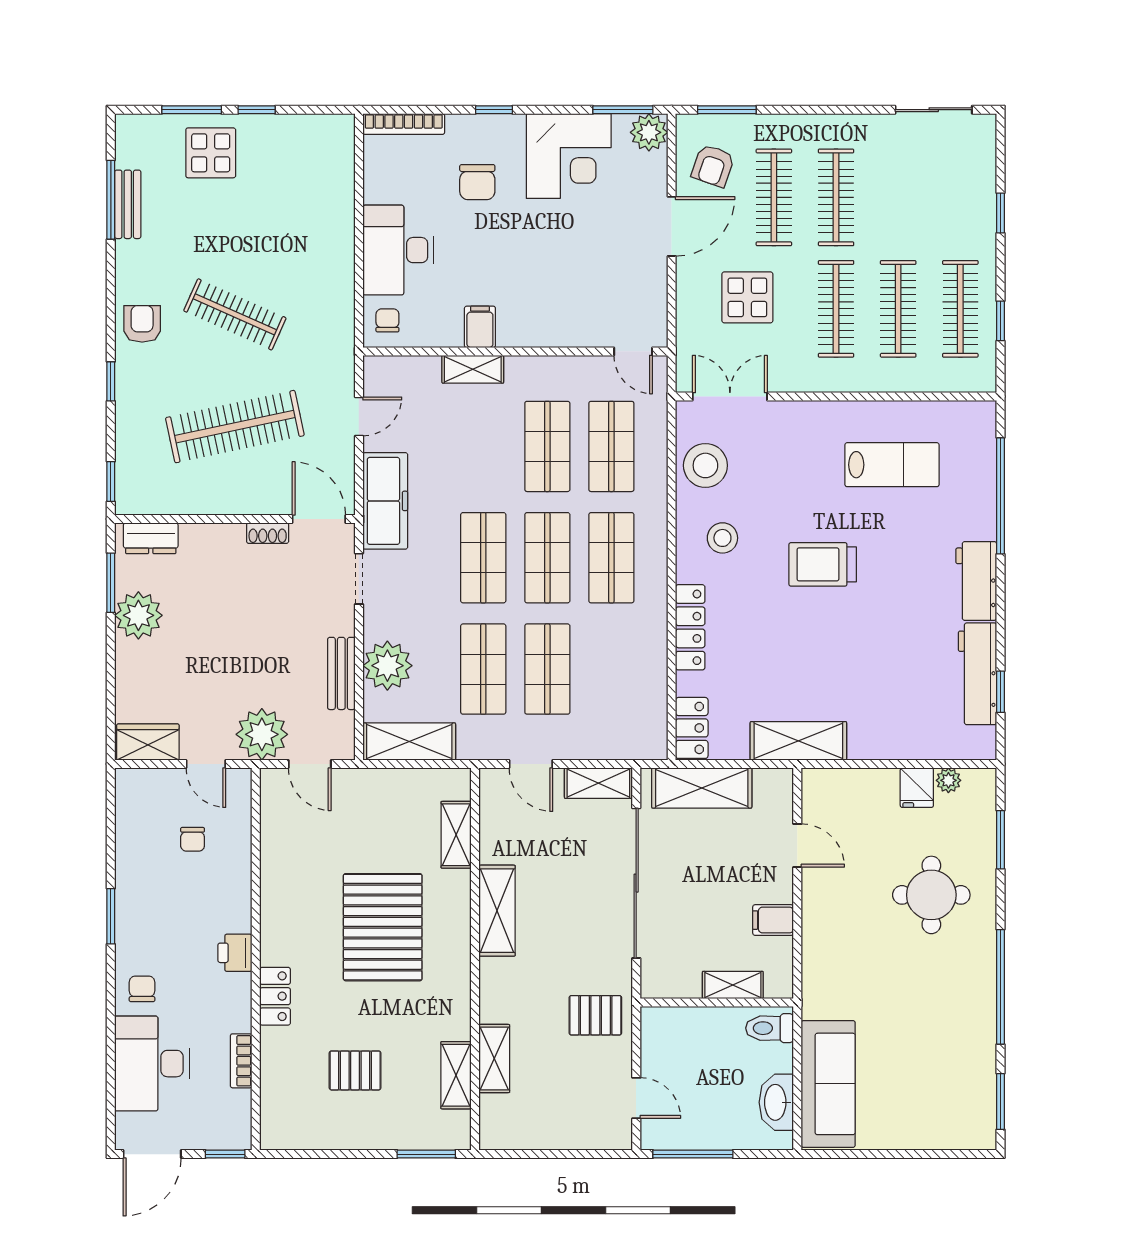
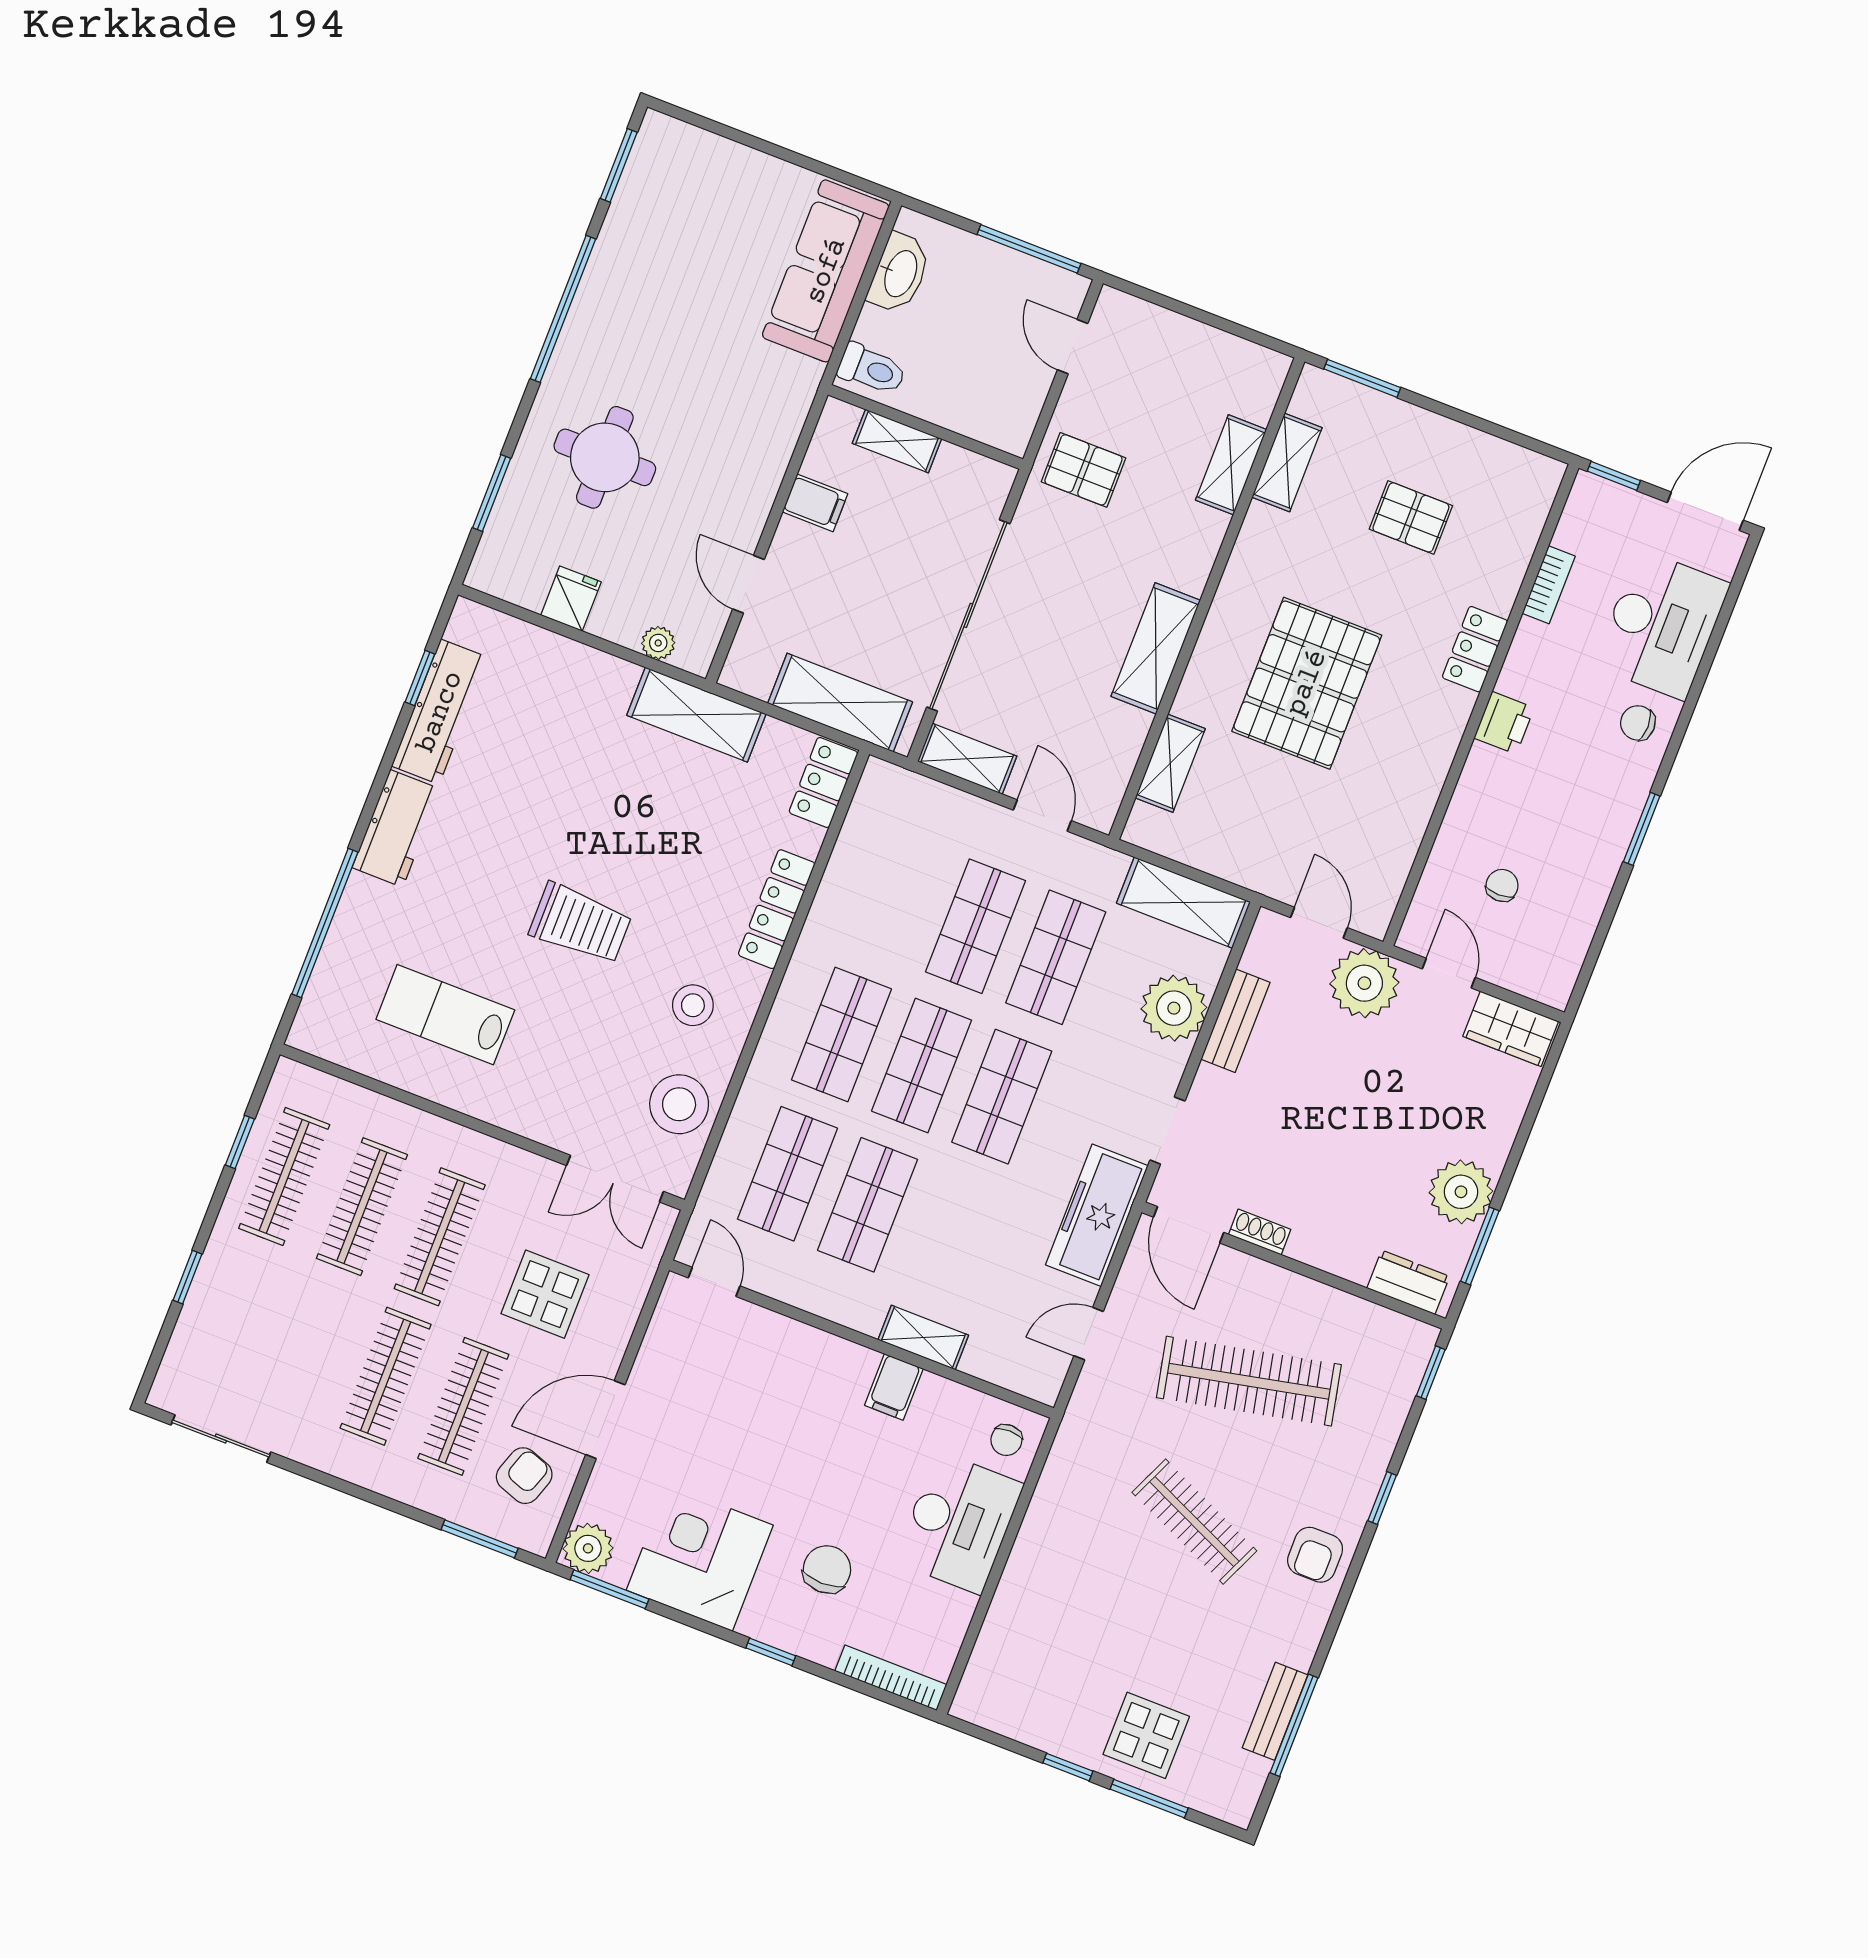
plant: (948, 780) -> (658, 643), moved
chair: (142, 989) -> (1638, 723), turned 90

